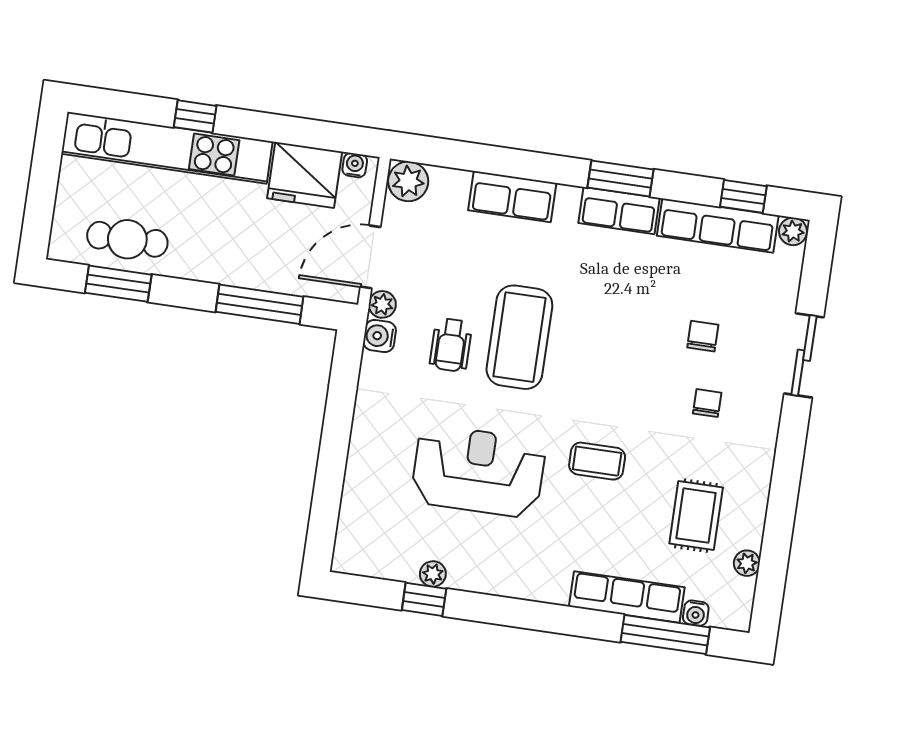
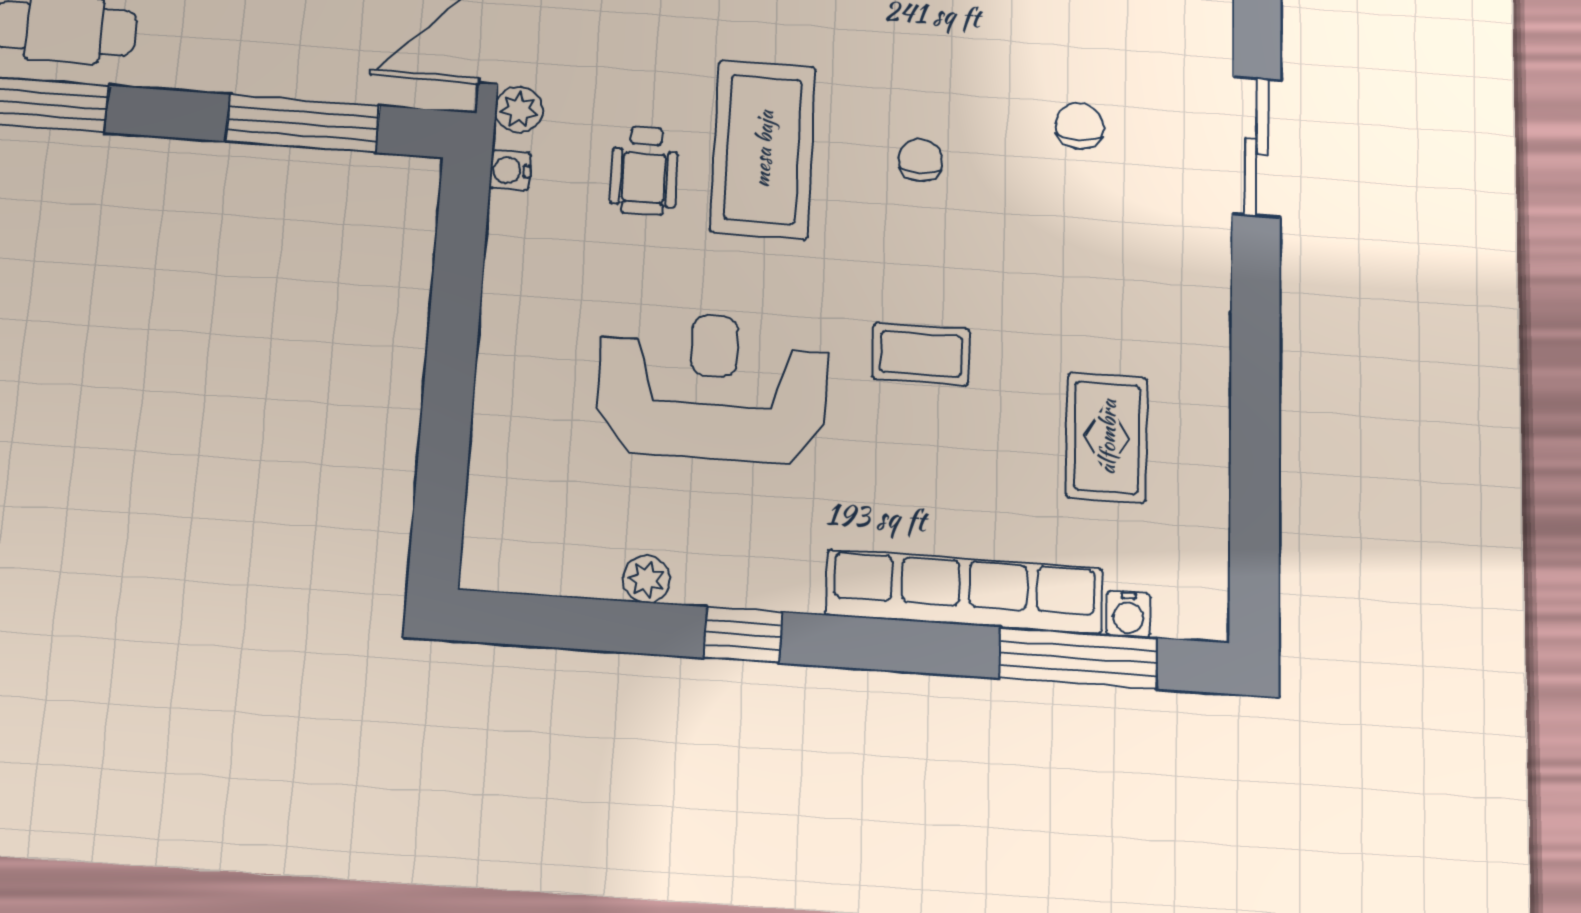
water cooler: (380, 336) -> (510, 170), width x0.72, depth x0.72
chair: (707, 403) -> (921, 160), moved
plant: (747, 563) -> (1208, 516), removed
row of seats: (627, 597) -> (964, 592), width x1.36
window: (424, 599) -> (743, 635), moved

